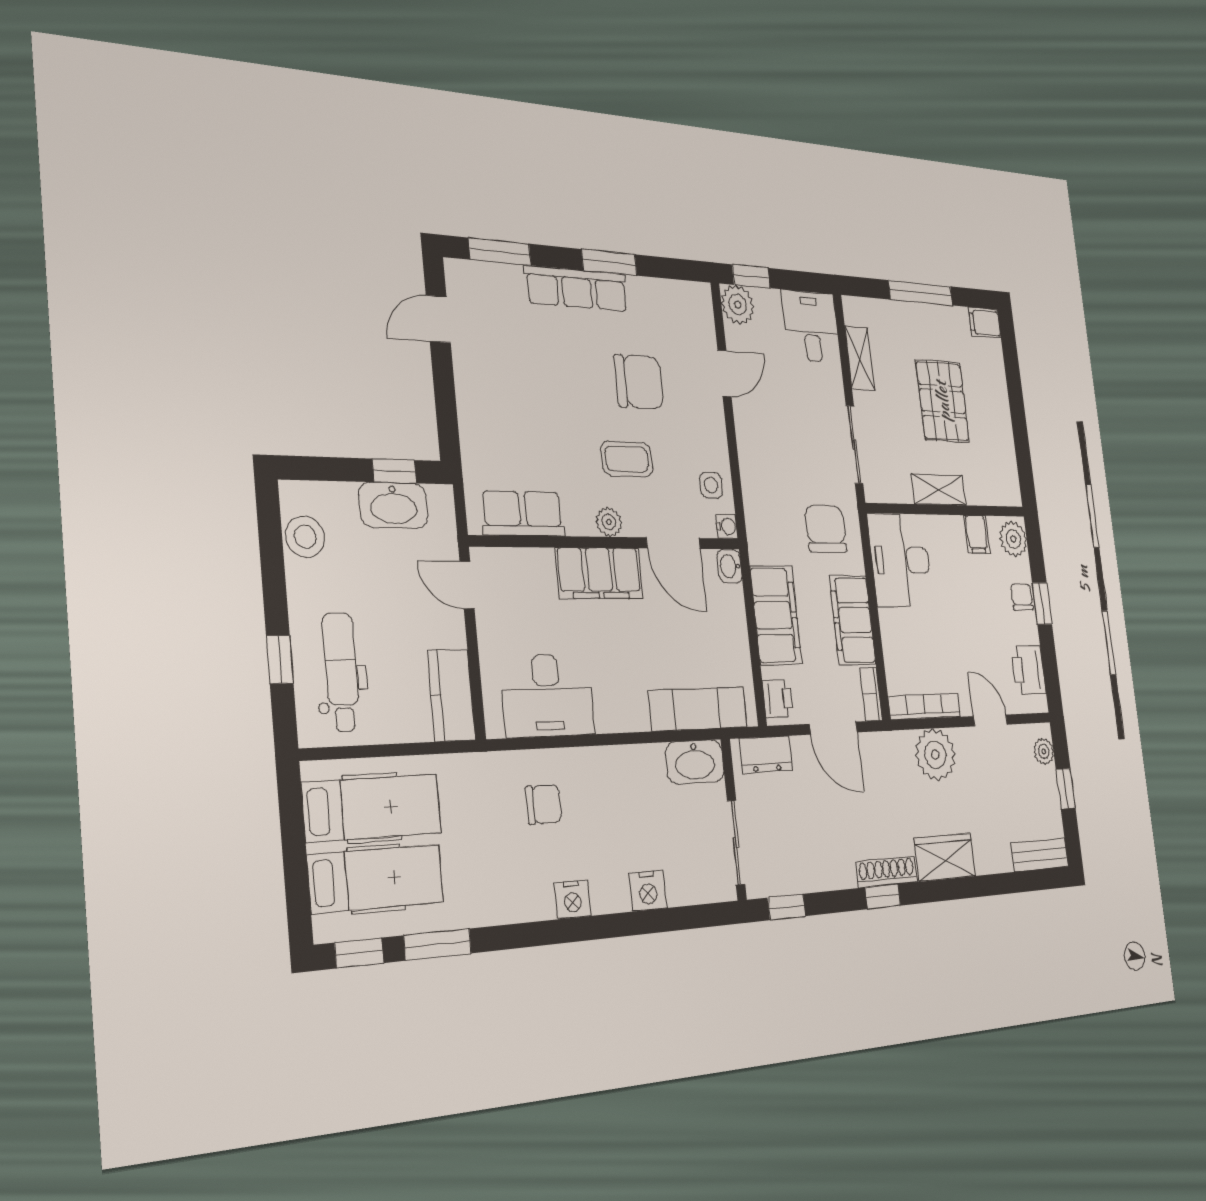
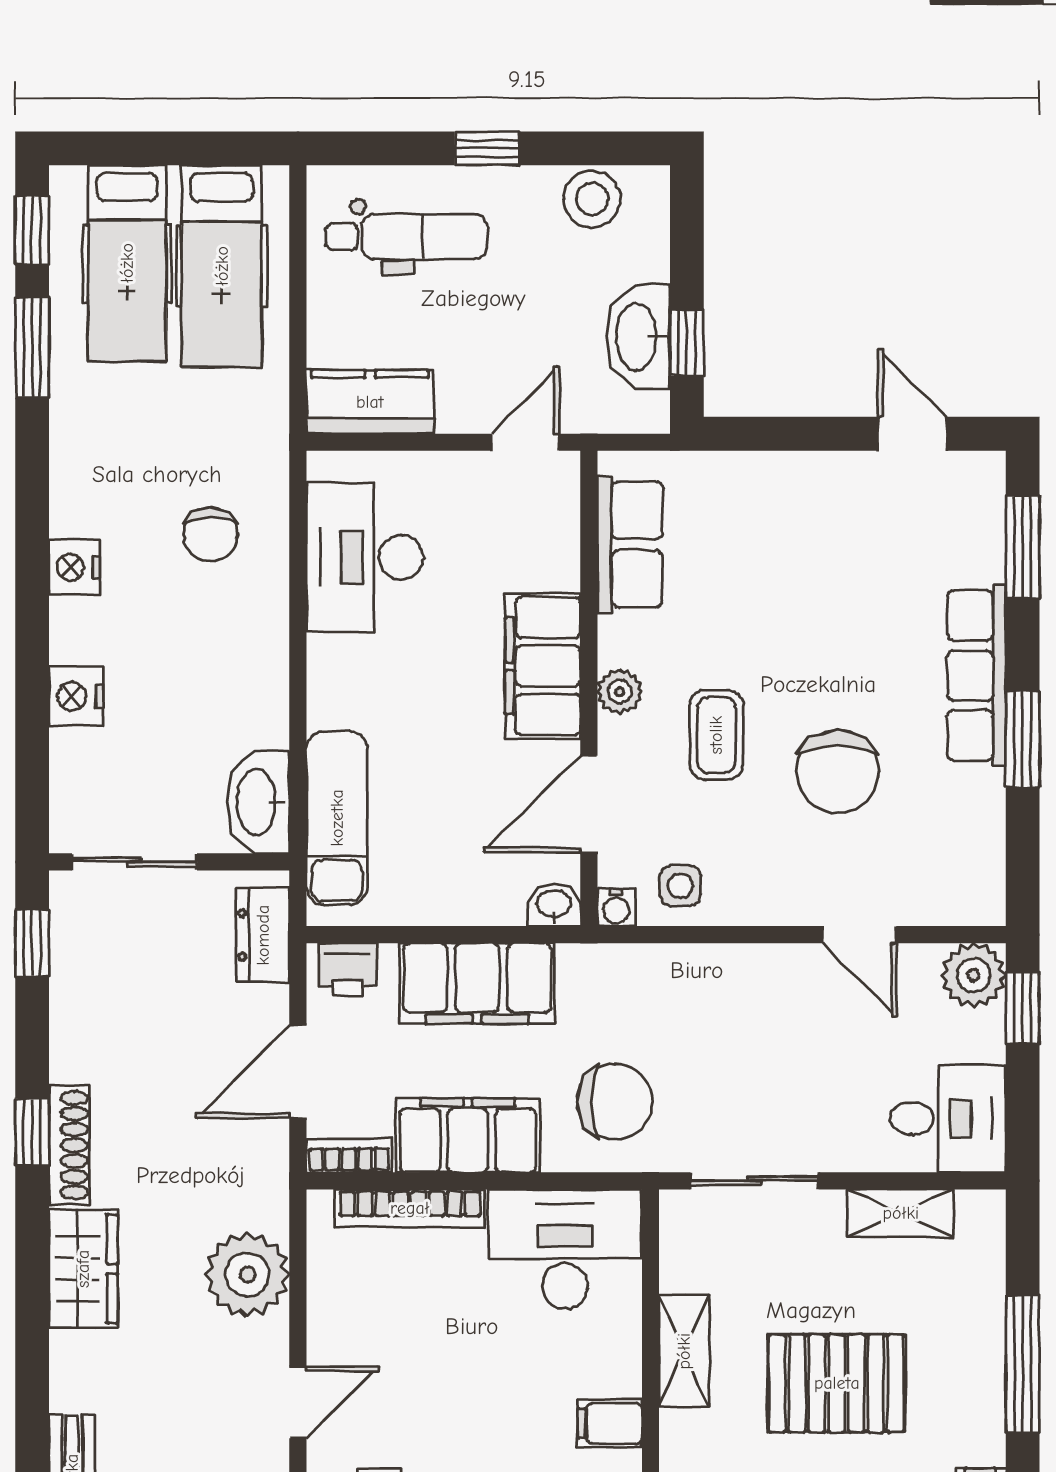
window: (280, 659) -> (487, 148), moved
bookcase: (925, 707) -> (410, 1208), moved, turned 90

